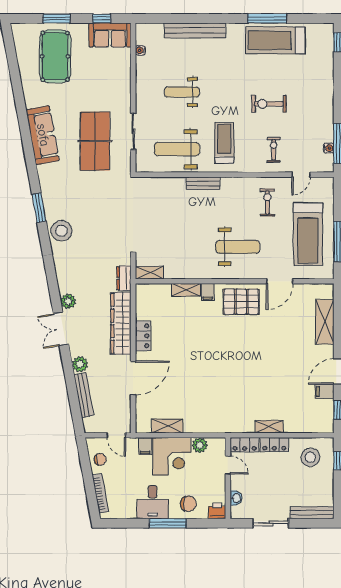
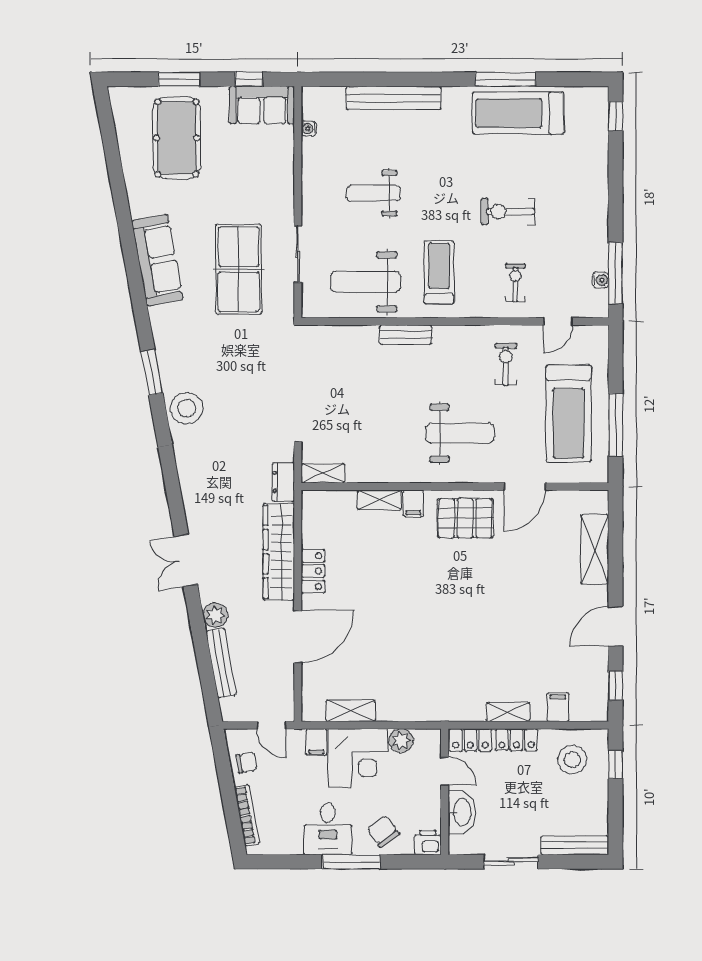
plant: (68, 301) -> (197, 518), removed
filing cabinet: (324, 391) -> (558, 707), moved, turned 90
washbasin: (236, 498) -> (461, 812), width x1.91, depth x1.45
chair: (188, 504) -> (383, 831), turned -126

